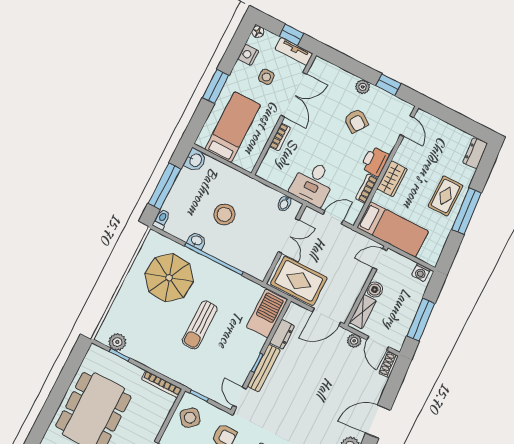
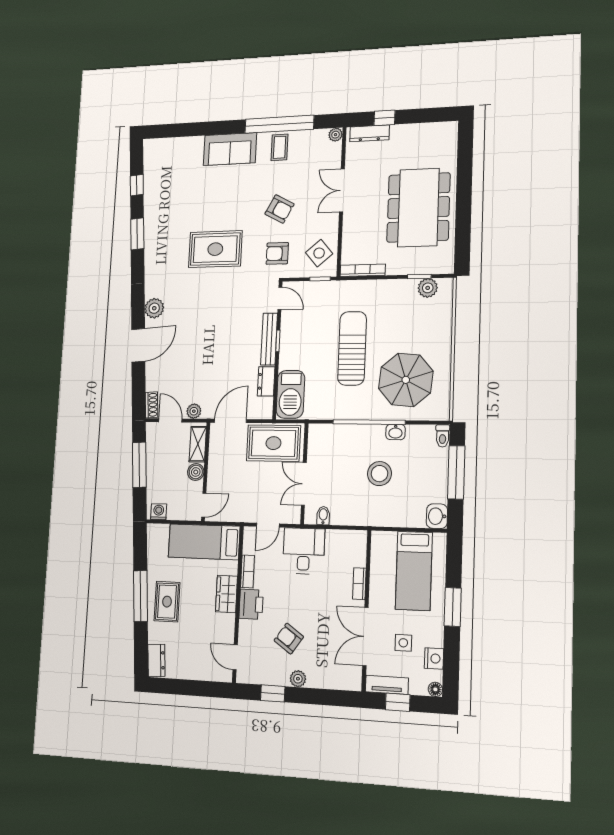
sun lounger: (200, 325) -> (352, 348), width x1.36, depth x1.34

